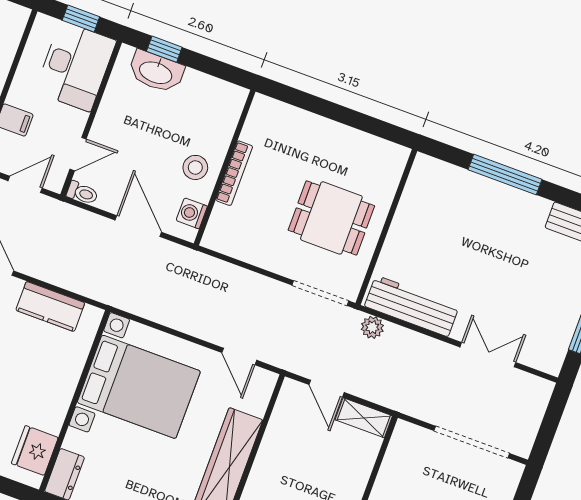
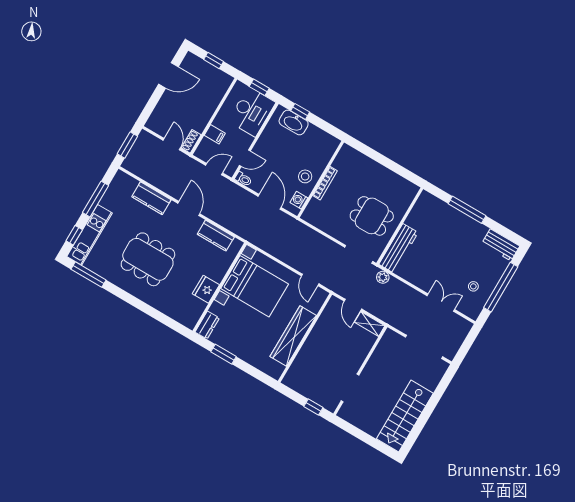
workbench: (412, 306) -> (399, 248), moved, turned 90
stool: (542, 314) -> (473, 286), added
fridge: (35, 450) -> (206, 289), moved

